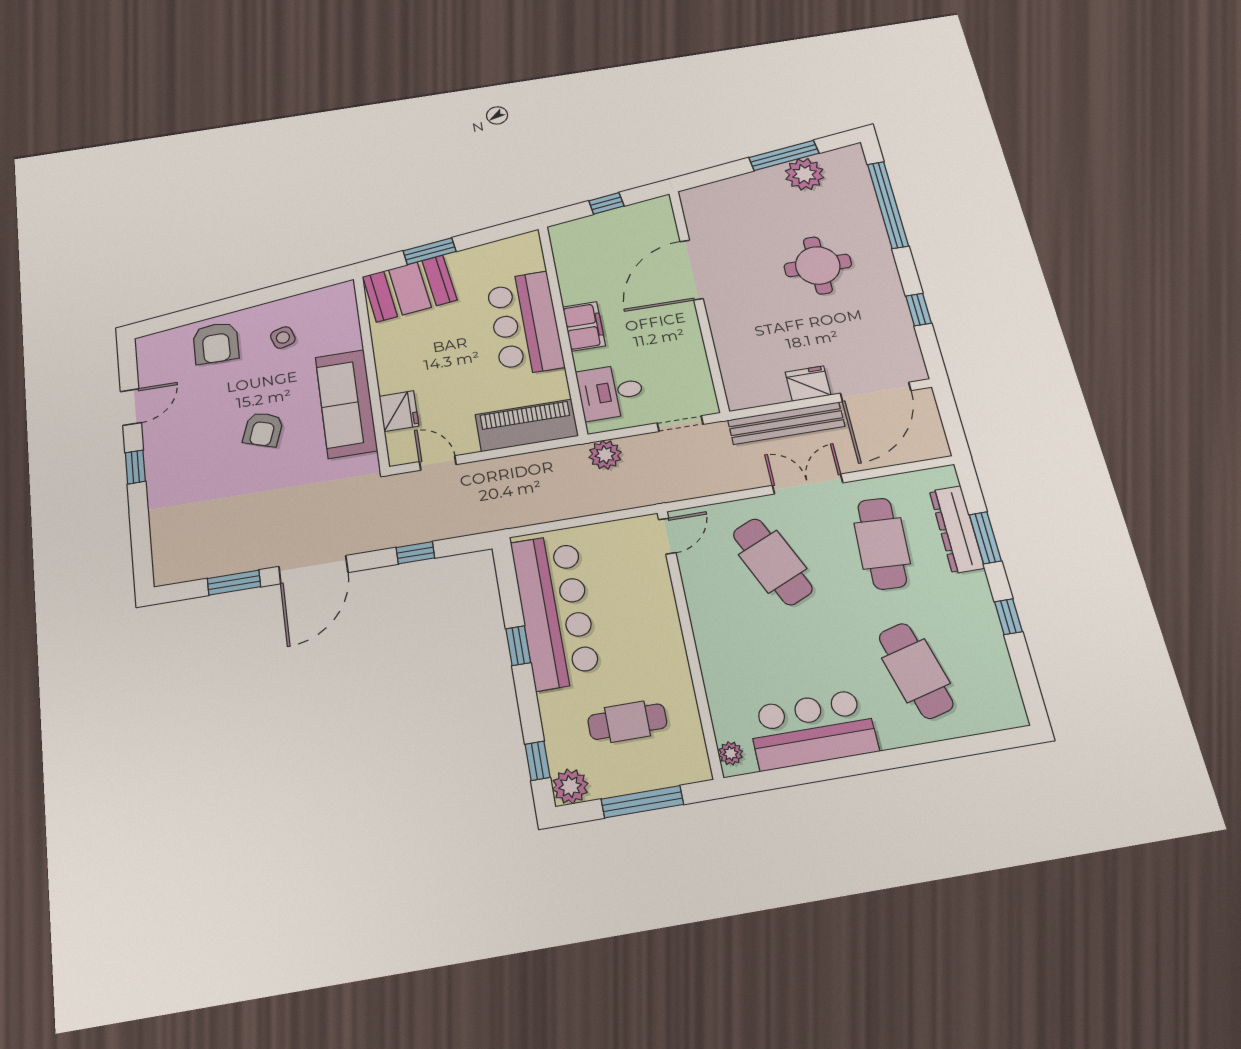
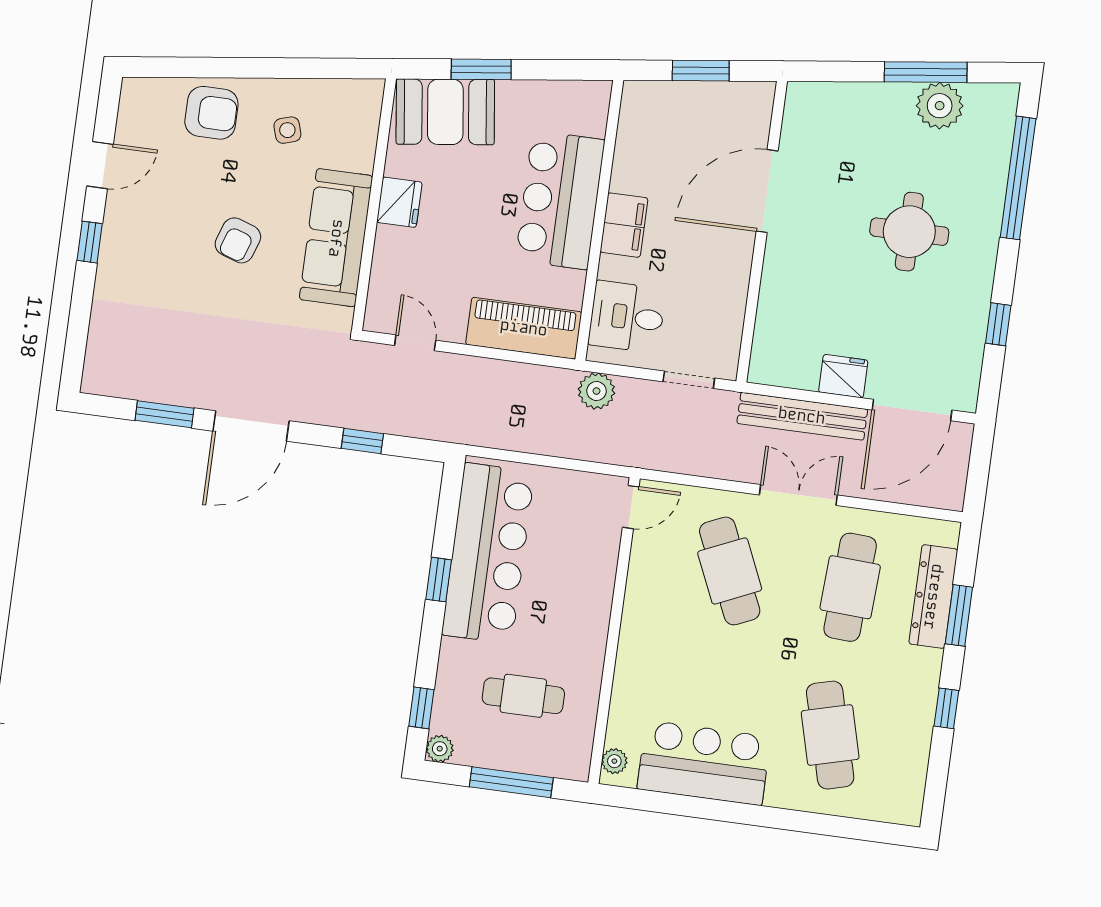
window: (606, 203) -> (701, 71), width x1.50
armchair: (216, 343) -> (211, 113), turned -90
fridge: (399, 411) -> (399, 202), moved
plant: (570, 786) -> (440, 749), width x0.73, depth x0.73

